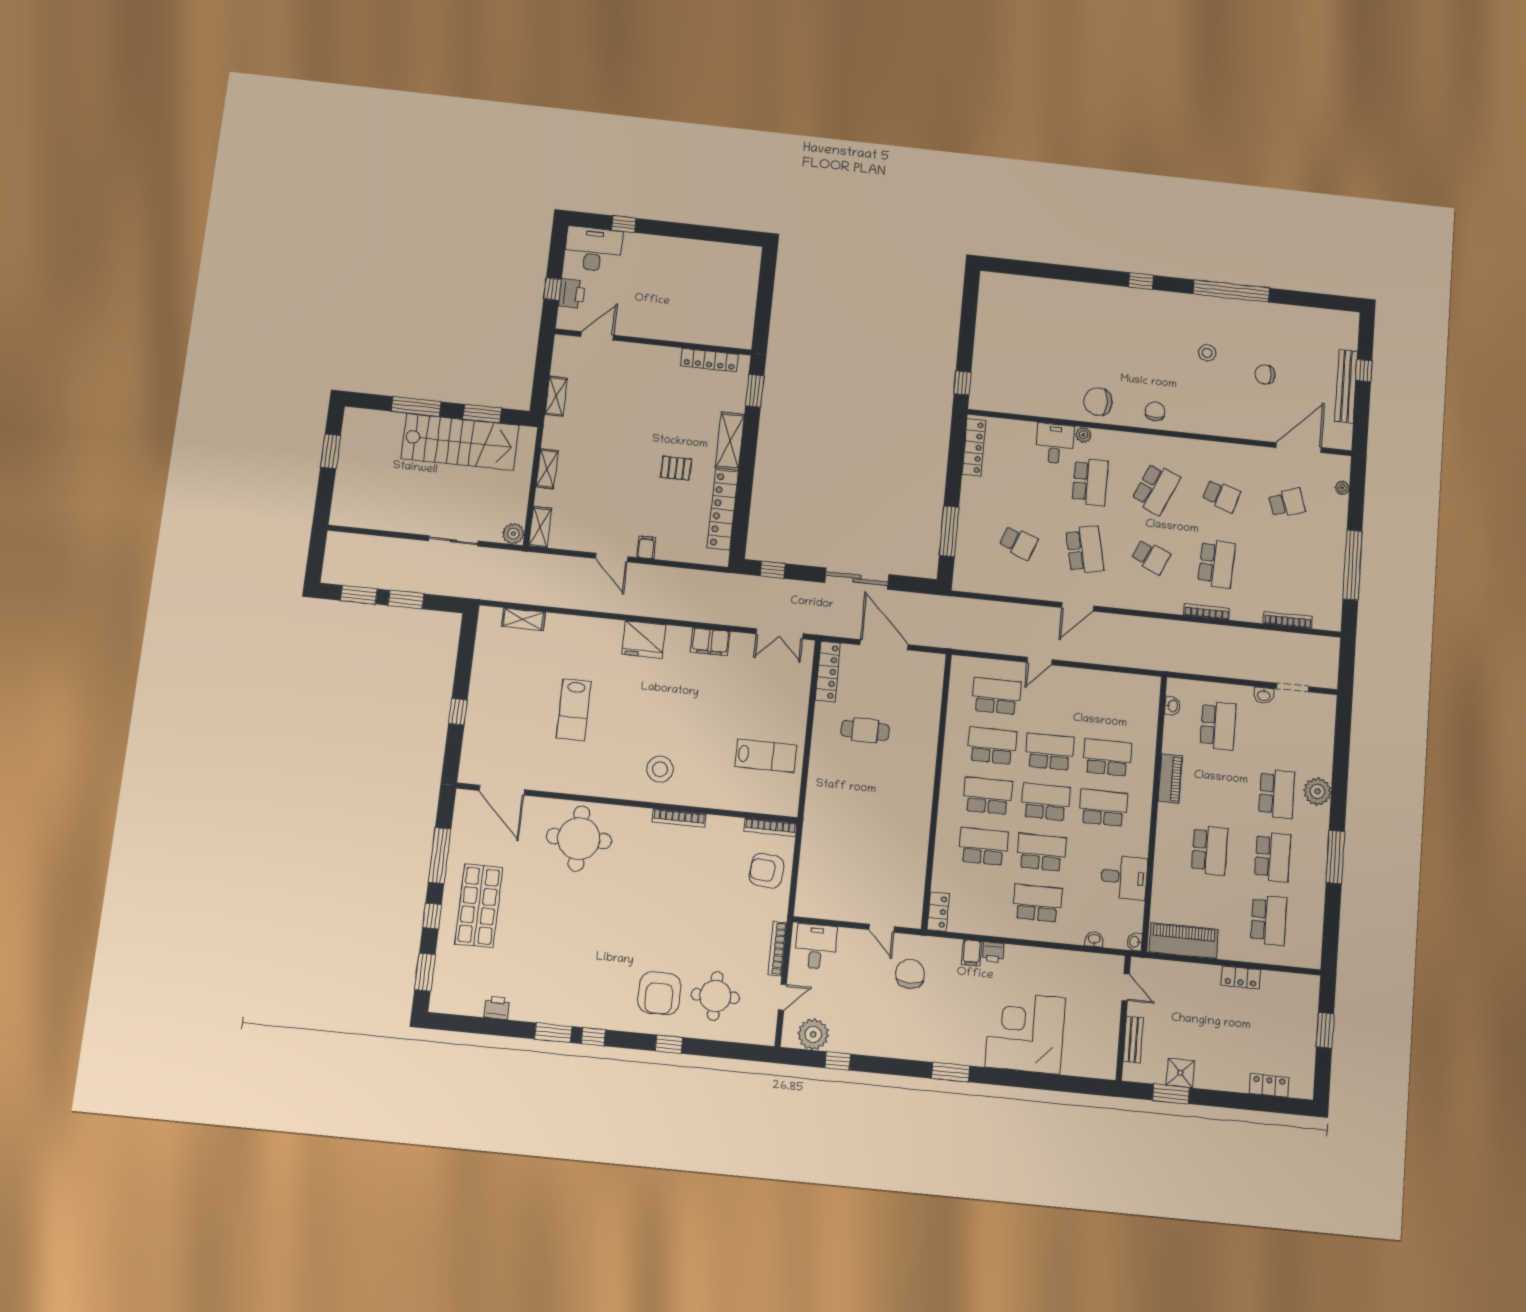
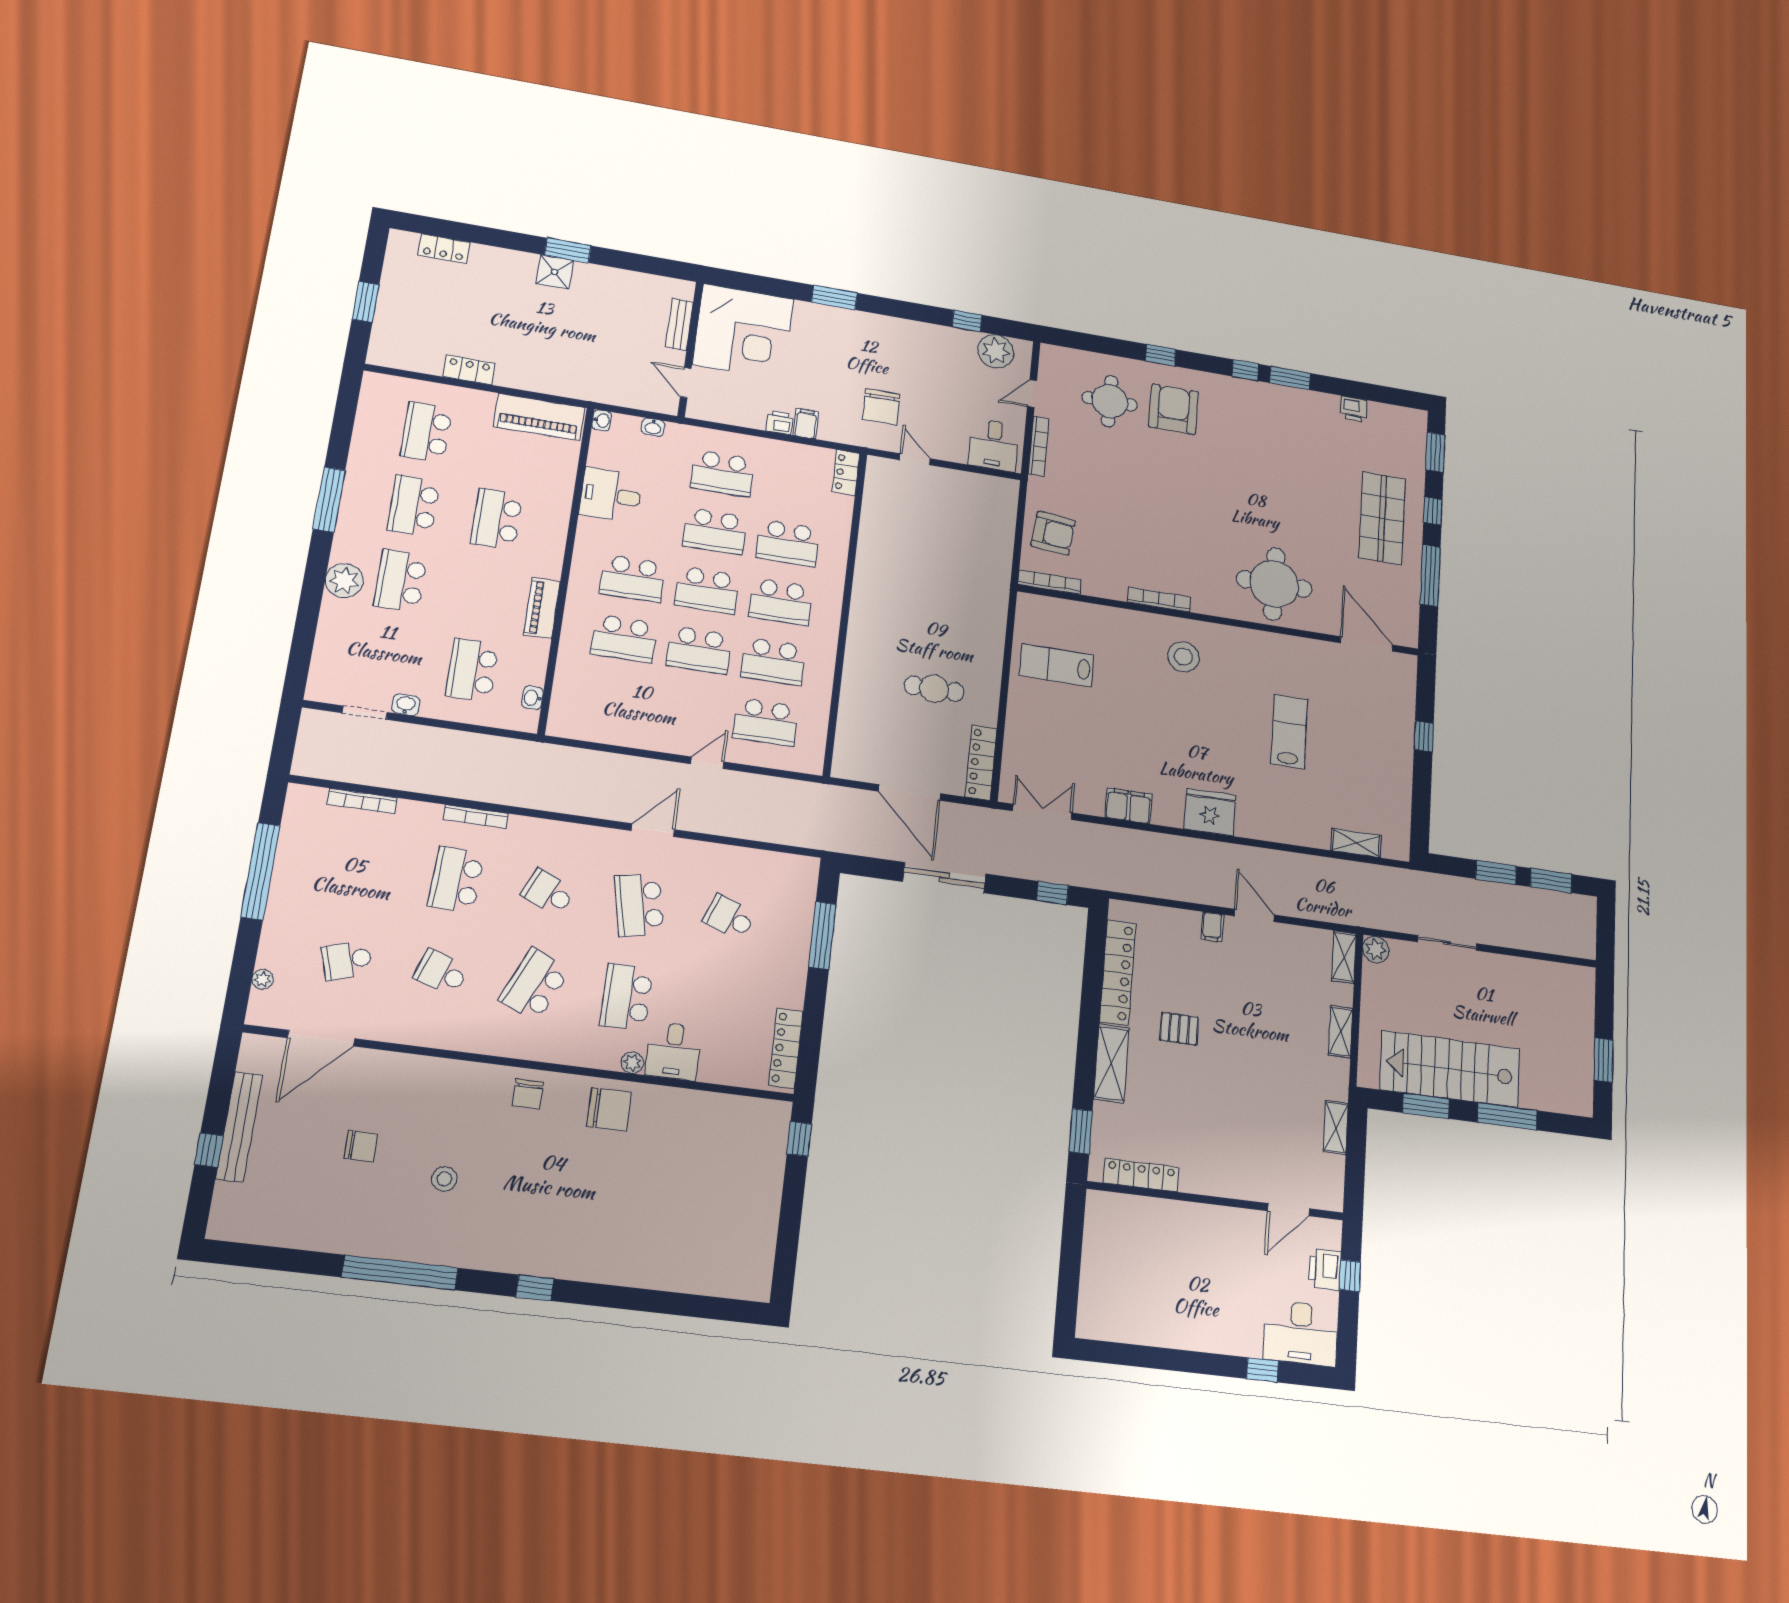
door: (1126, 987) -> (686, 383), moved
wall: (1123, 1018) -> (690, 349), moved
bench: (1133, 1040) -> (679, 325), moved

